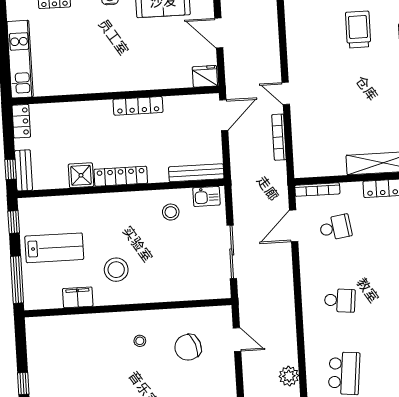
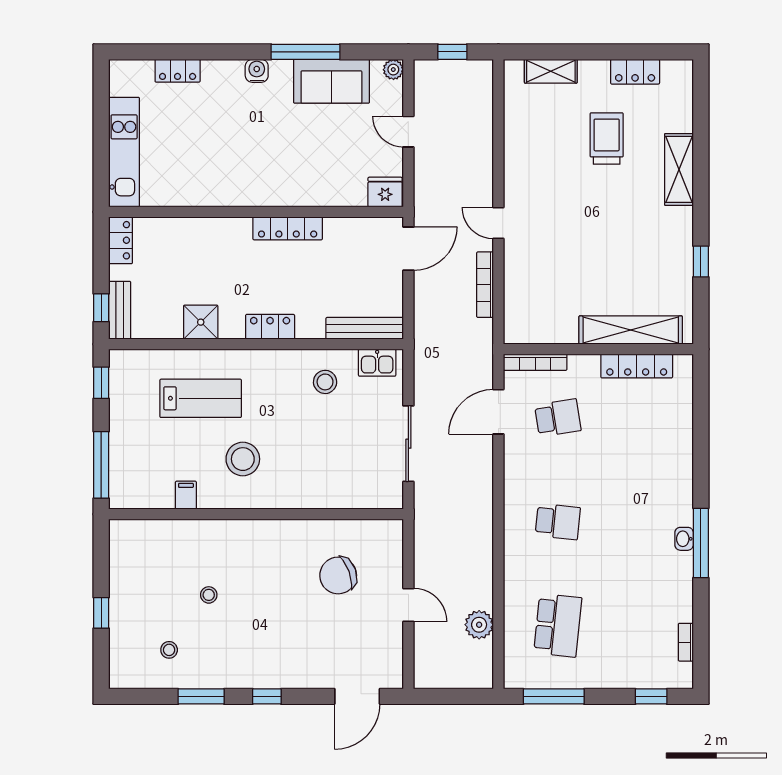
door: (219, 33) -> (408, 132), width x0.73
locker: (121, 176) -> (270, 327), width x0.66
lab bench: (54, 248) -> (201, 398), moved
filing cabinet: (78, 297) -> (186, 495), width x0.50
door: (237, 340) -> (408, 605), moved
stool: (140, 341) -> (209, 595), moved

